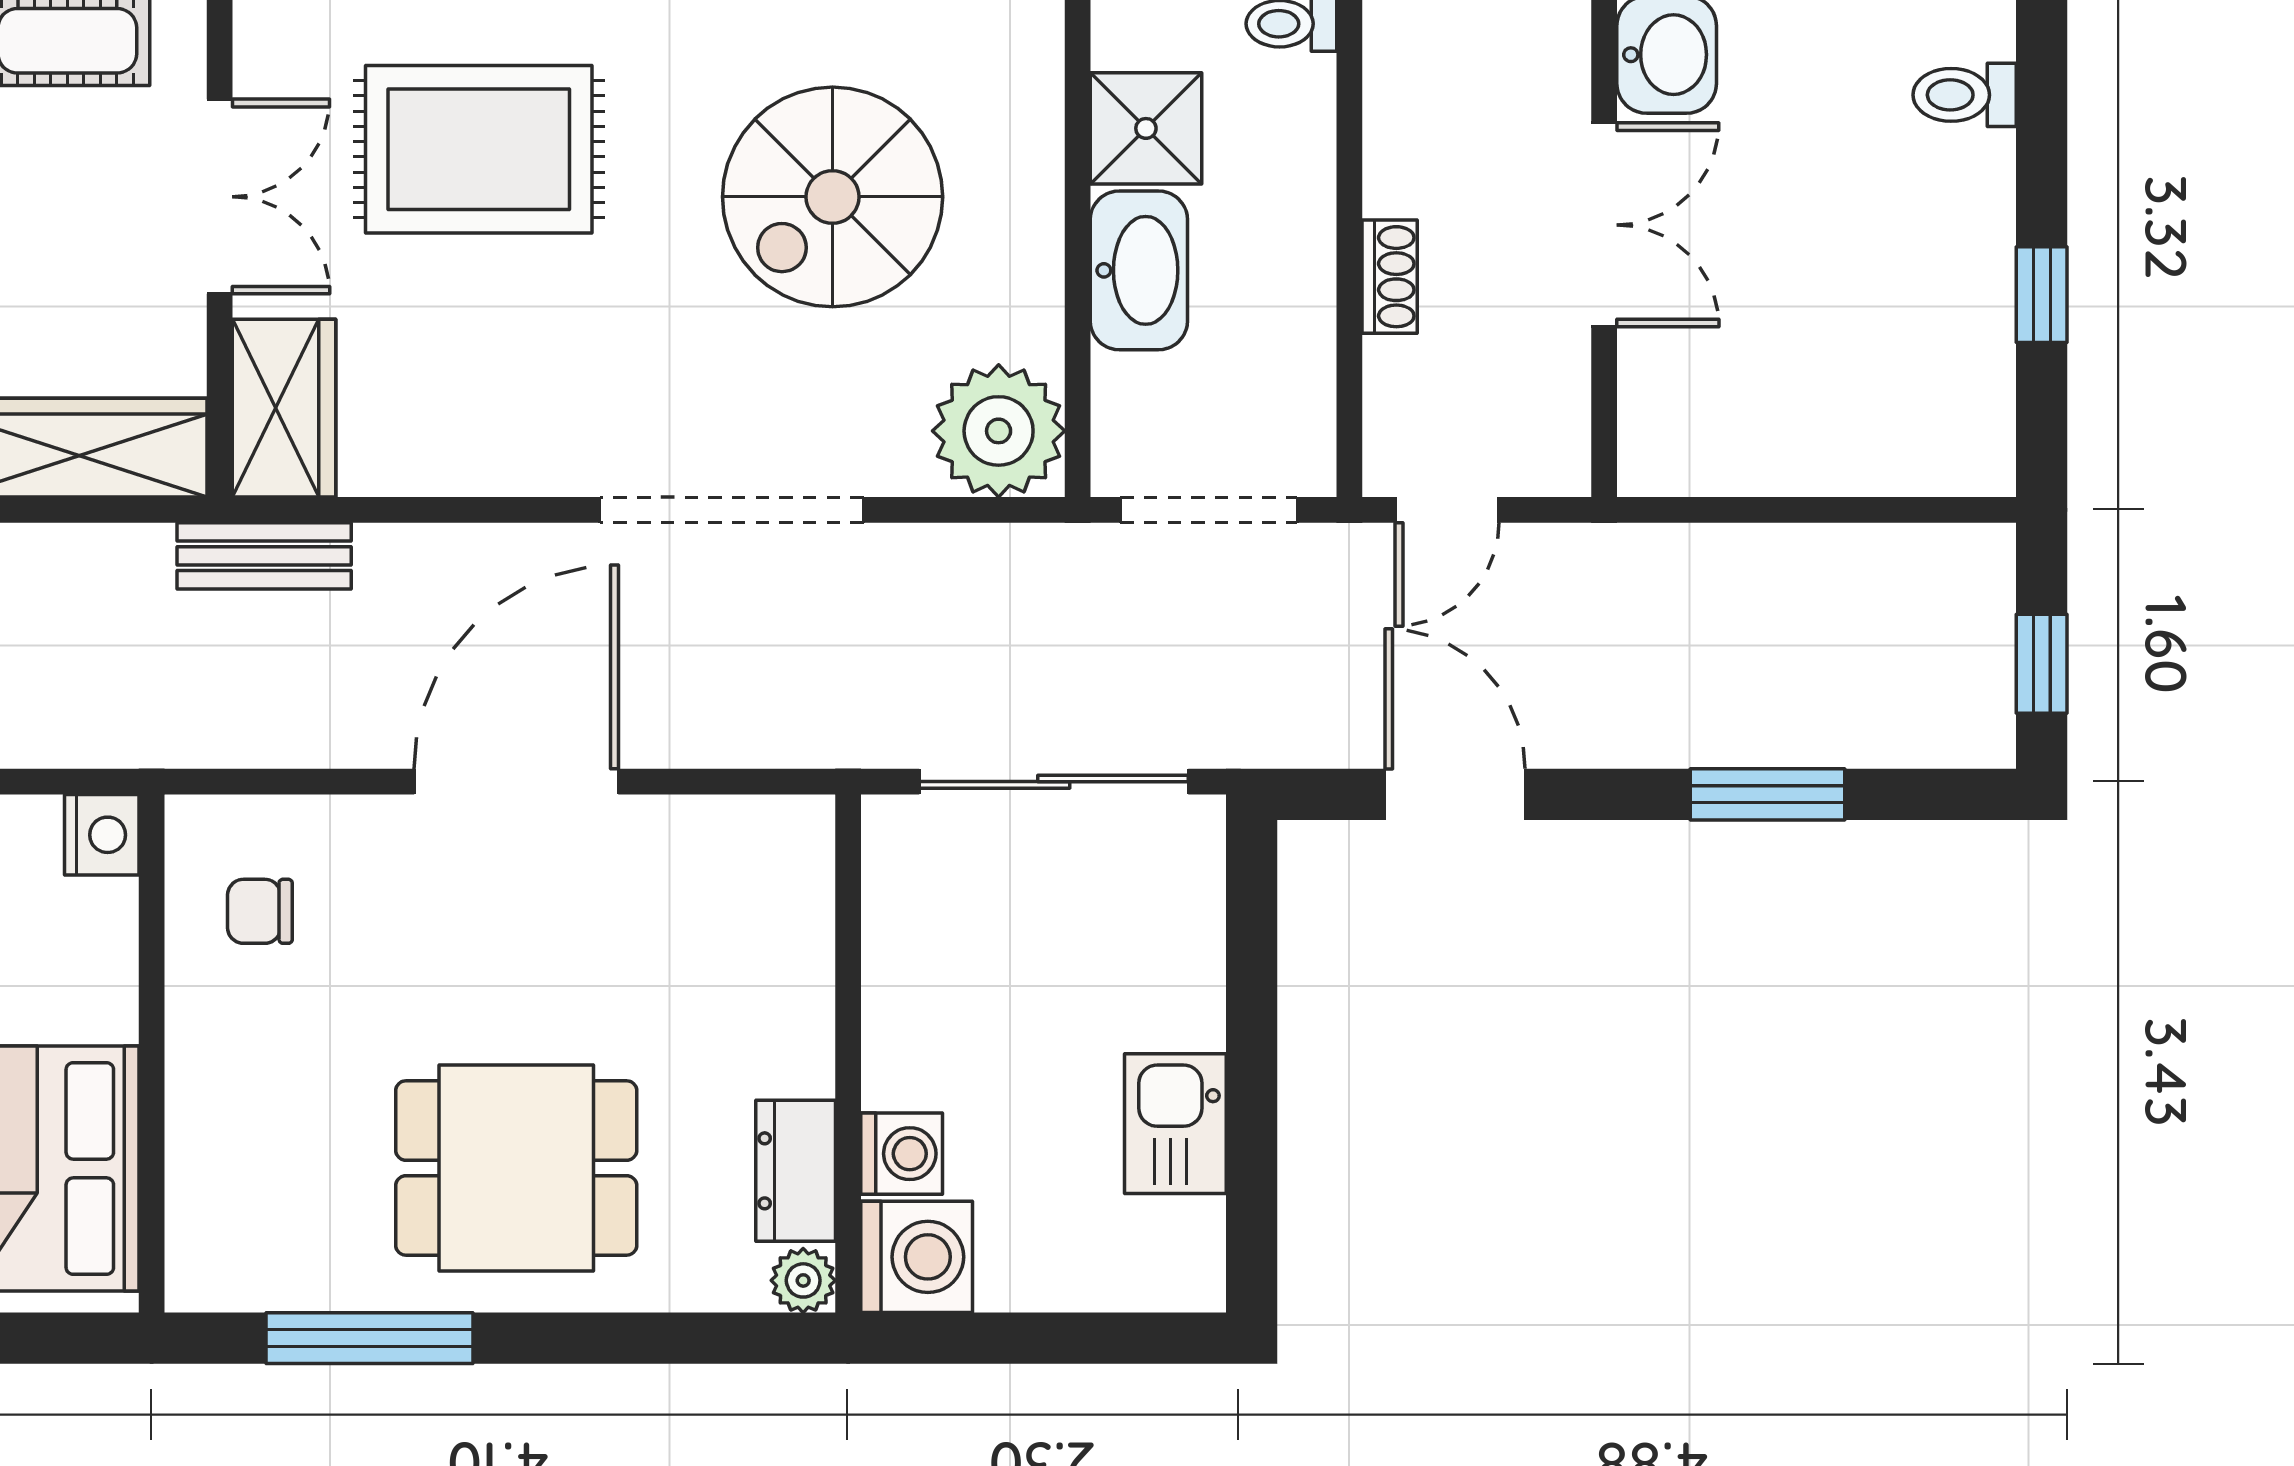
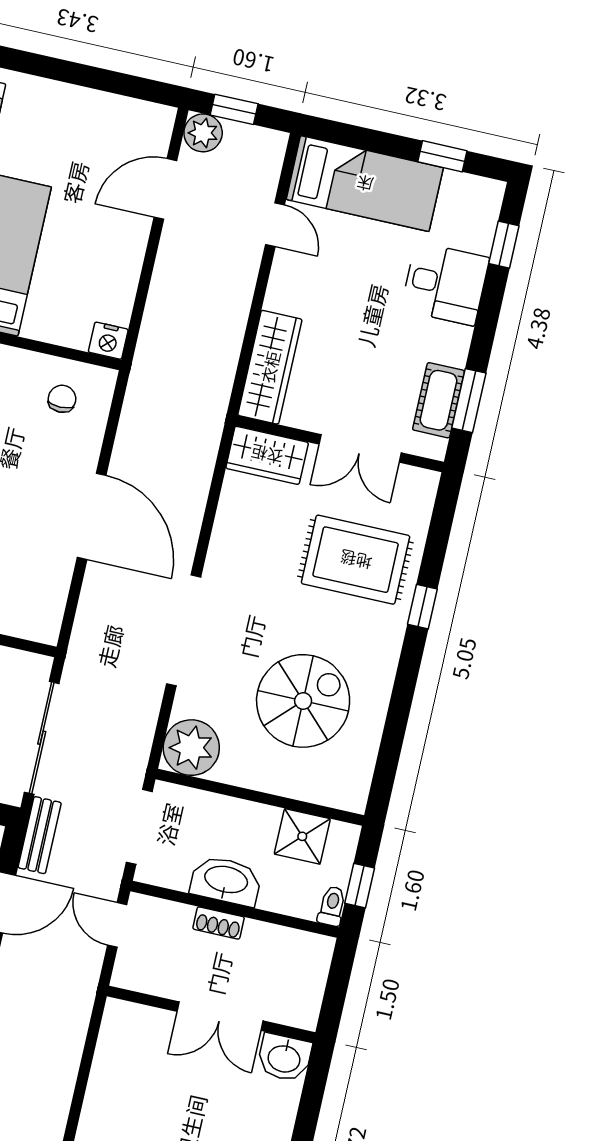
rug: (479, 149) -> (356, 560), turned 90
spiral stairs: (833, 197) -> (303, 701), turned 90
washbasin: (1139, 270) -> (226, 881), moved, turned 180
bench: (264, 556) -> (40, 835), moved

